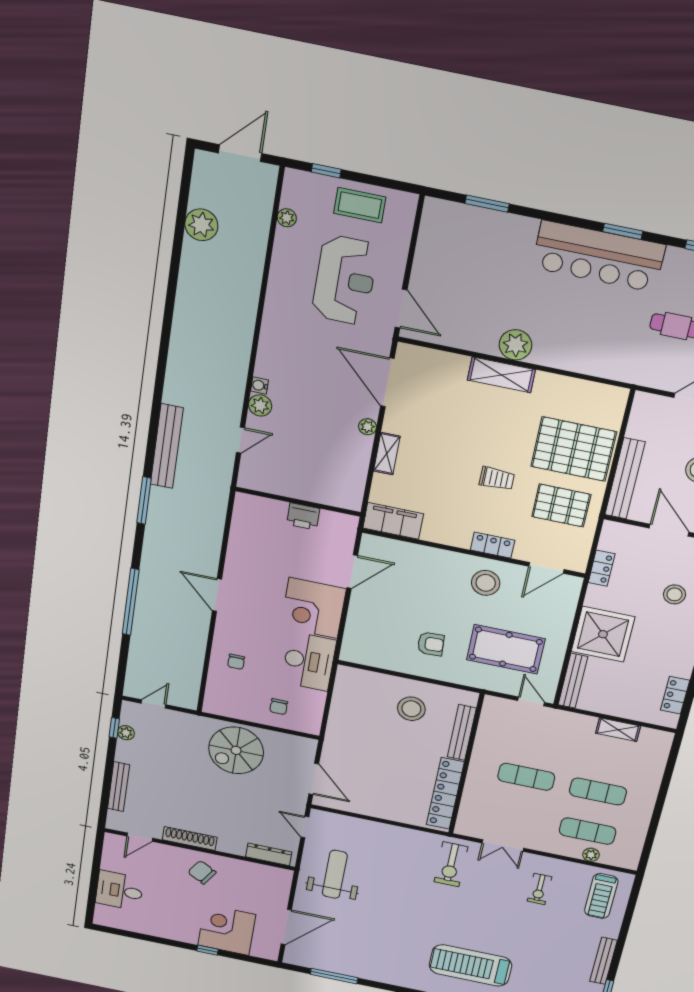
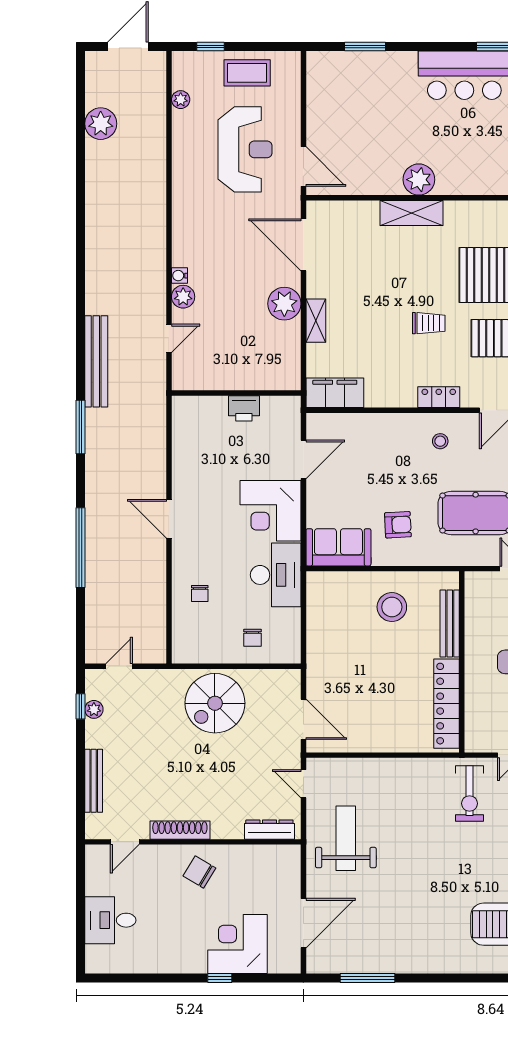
plant: (367, 427) -> (284, 304), width x1.87, depth x1.87
stool: (486, 583) -> (440, 441), width x0.53, depth x0.53
sofa: (371, 651) -> (338, 547), added

